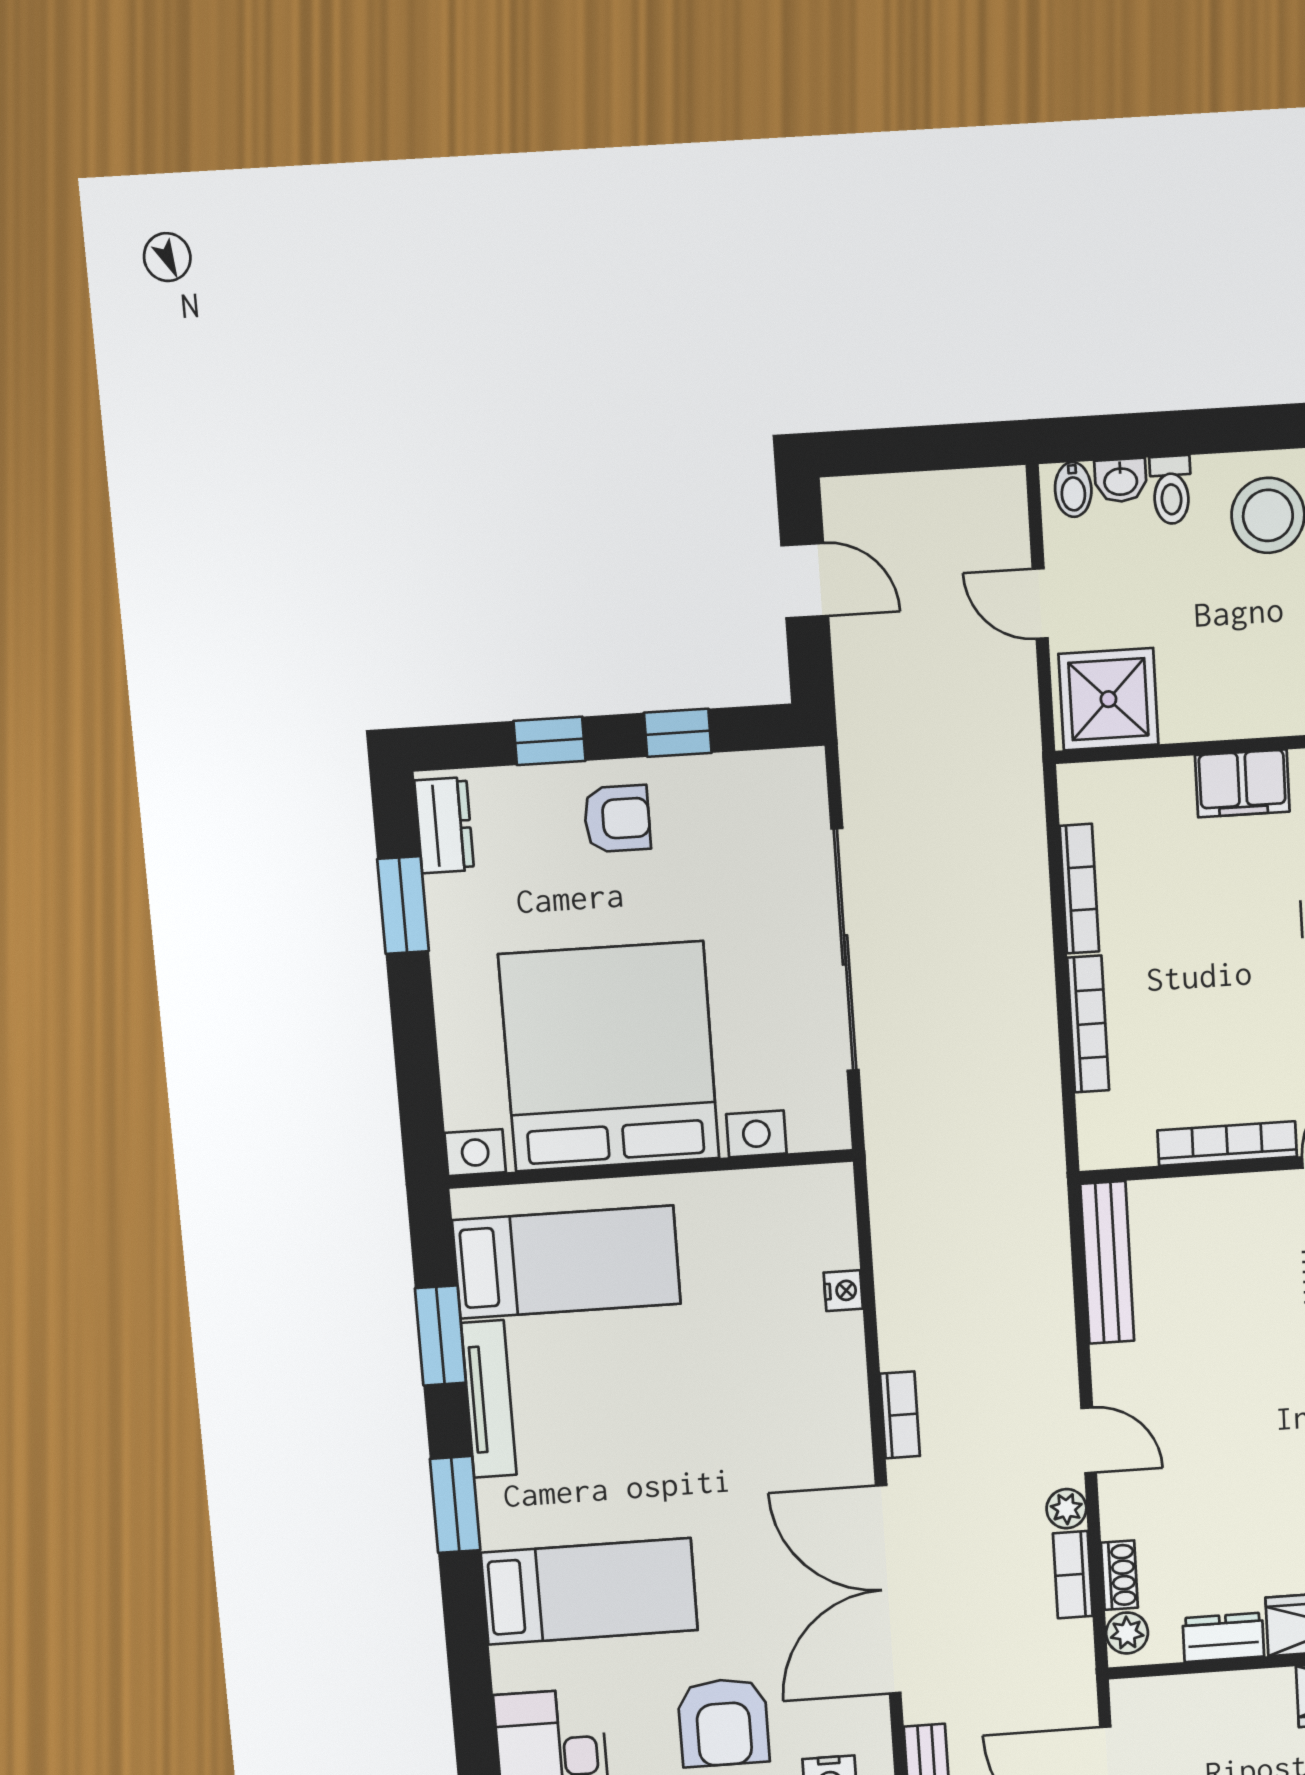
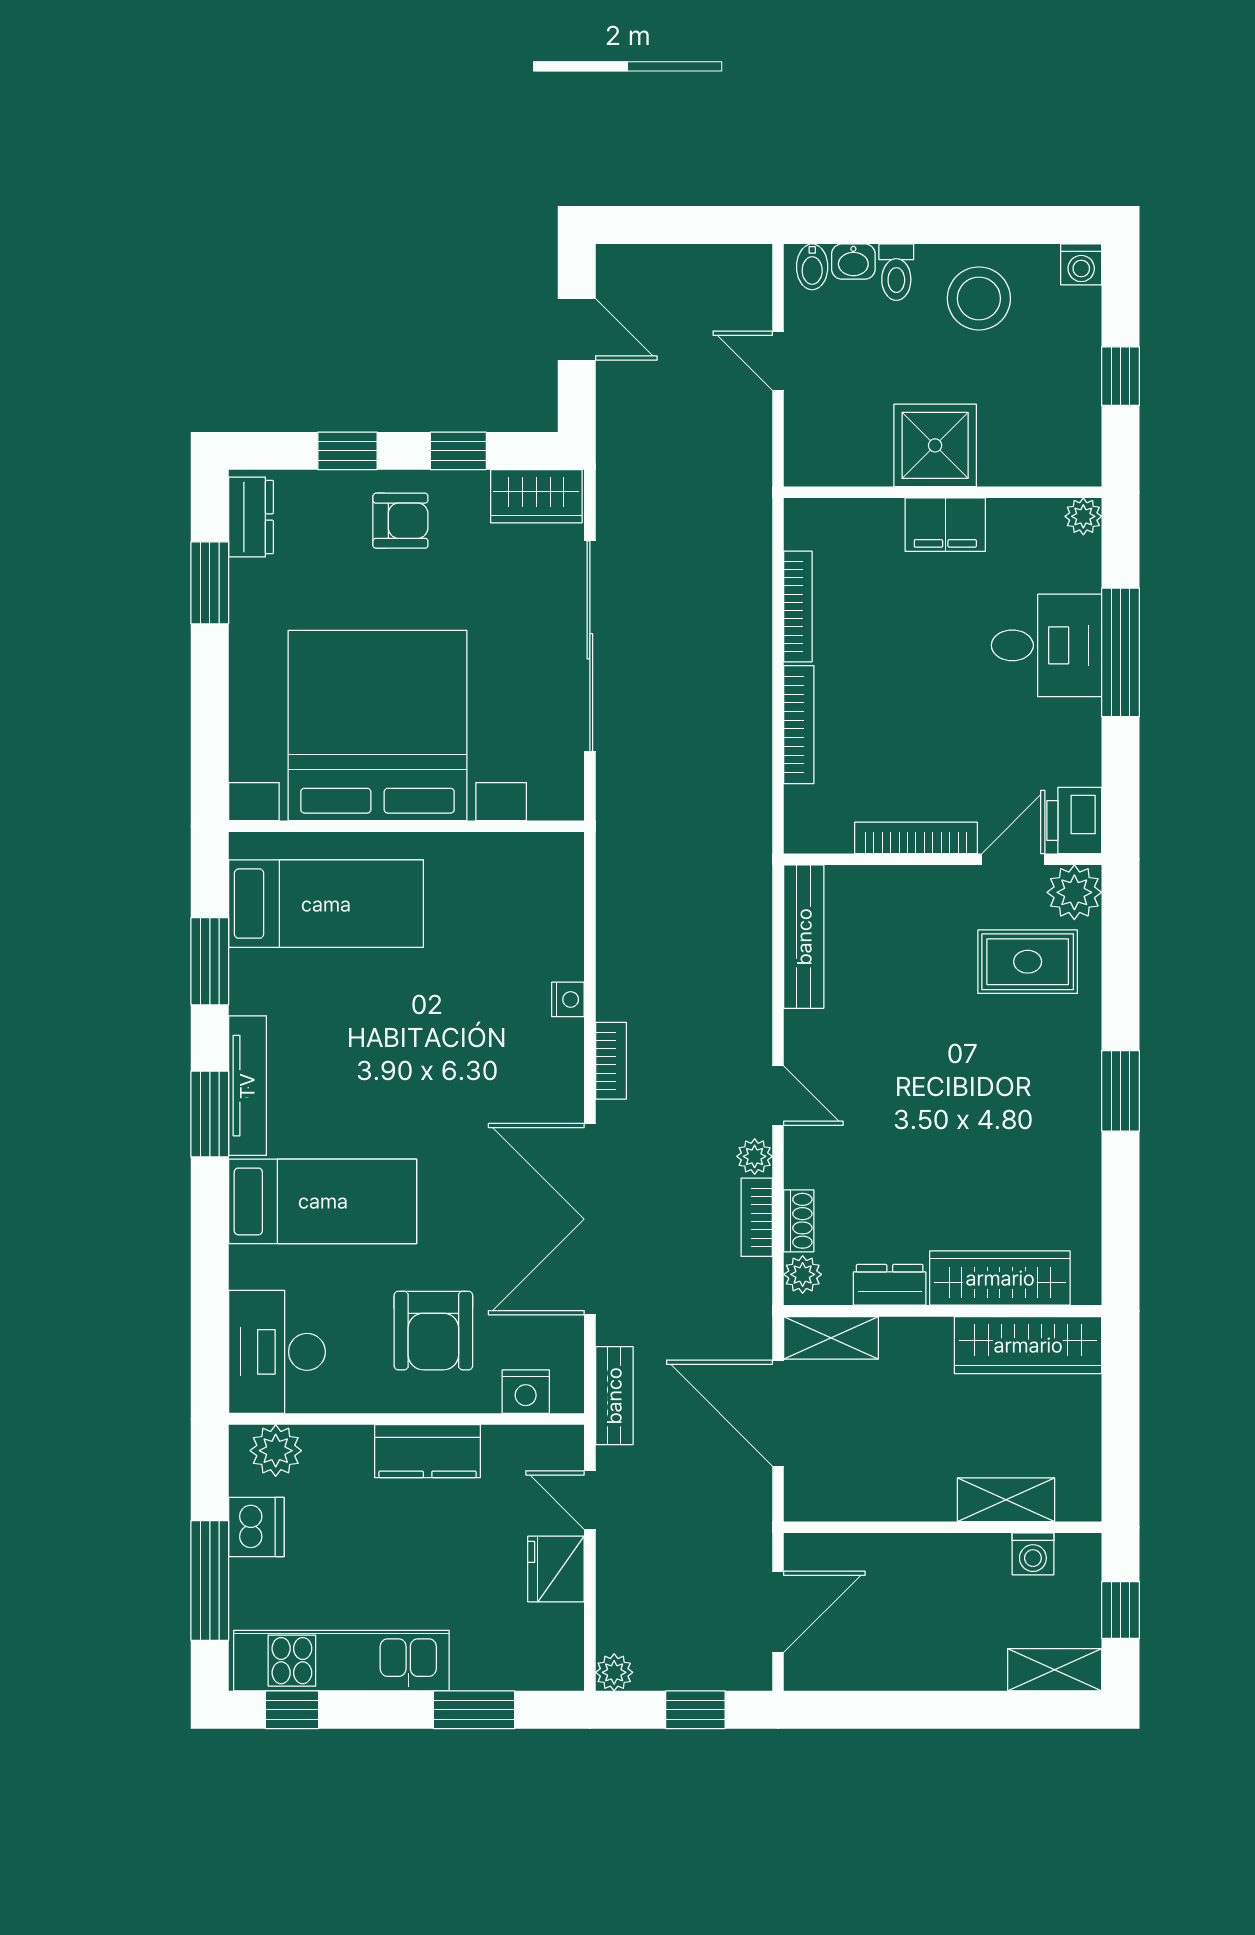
shower: (1108, 699) -> (935, 445), moved
wardrobe: (772, 780) -> (536, 496), added
nightstand: (843, 1291) -> (568, 999), moved
tv unit: (489, 1399) -> (247, 1086), moved
shelving: (1162, 1699) -> (831, 1338), added

